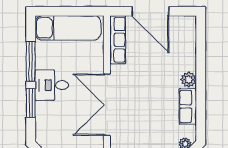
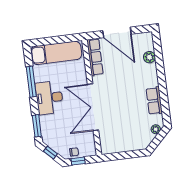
plant: (189, 80) -> (149, 57), moved
desk: (52, 85) -> (49, 98), width x1.37
window: (31, 103) -> (37, 126), moved

